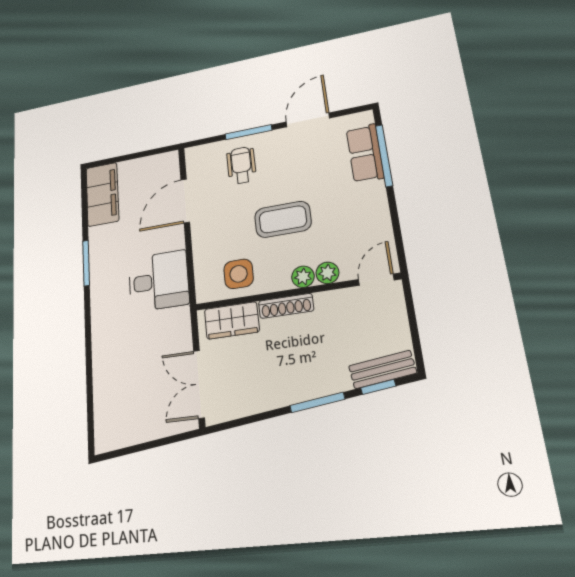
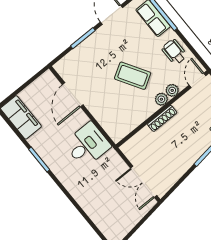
wheelchair: (241, 165) -> (174, 52), moved
coffee table: (283, 219) -> (133, 76), turned 59
side table: (239, 274) -> (128, 117), removed
wardrobe: (232, 320) -> (140, 142), removed

